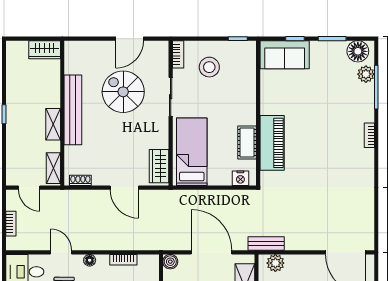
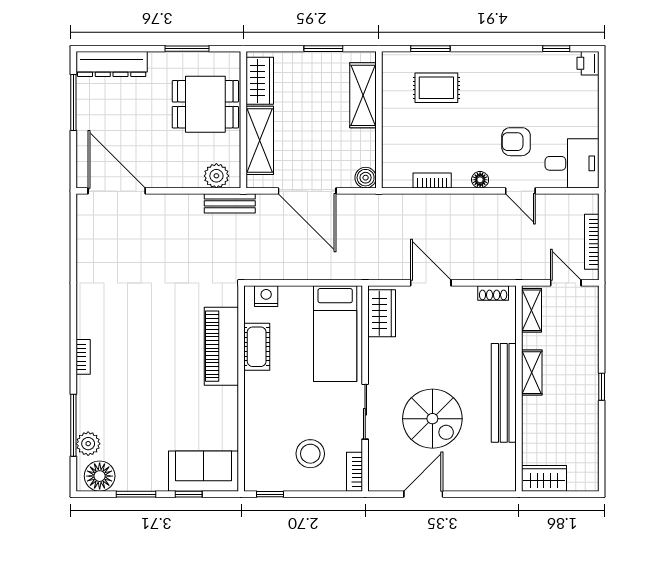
bookcase: (11, 224) -> (592, 242), width x1.56

